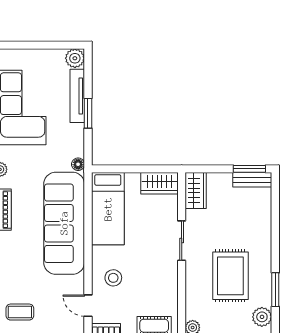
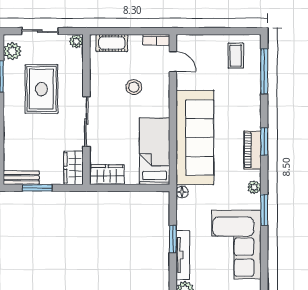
window: (249, 169) -> (37, 188), moved
sliding door: (182, 241) -> (86, 122), width x1.37
stool: (113, 278) -> (134, 87), moved
coffee table: (20, 312) -> (236, 56), turned 90

